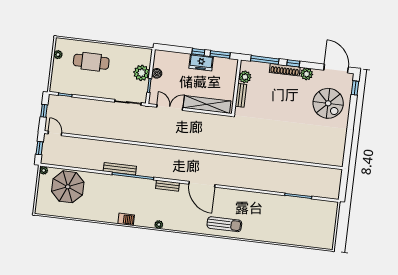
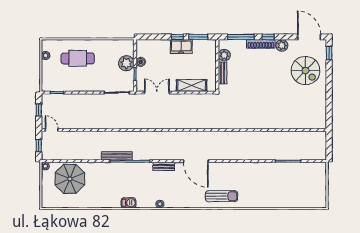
shelving: (207, 104) -> (192, 85), width x0.68

